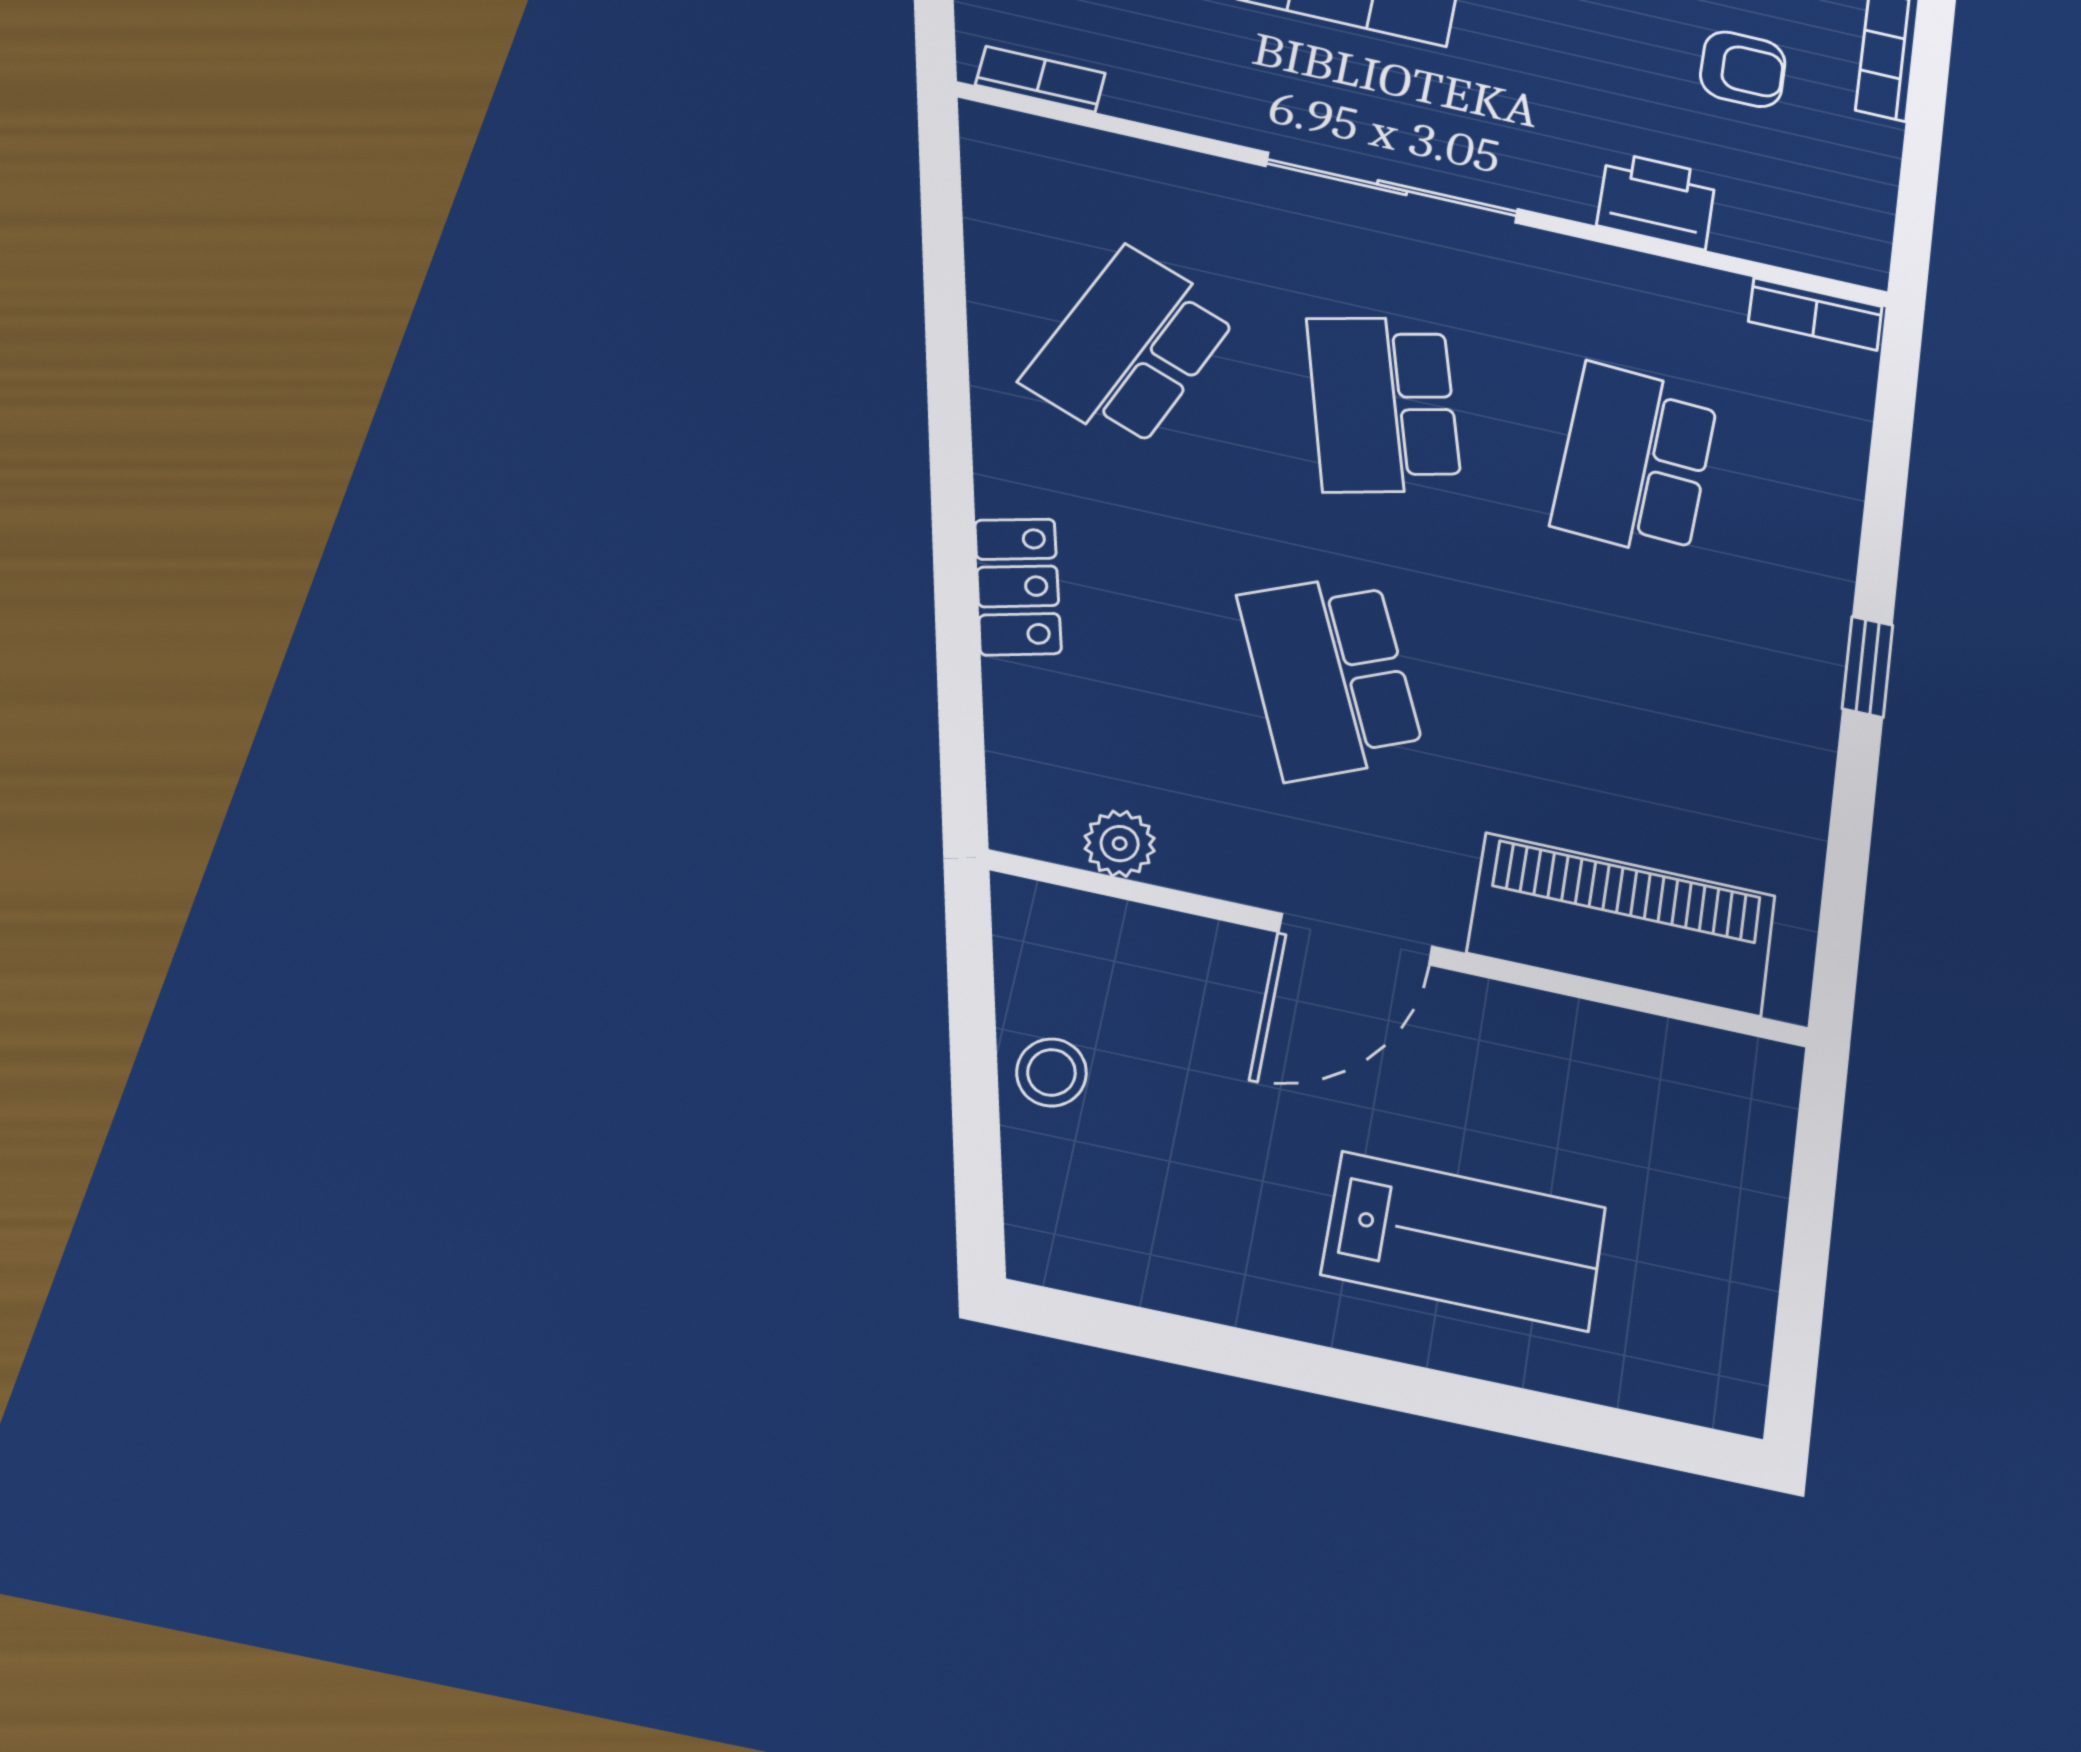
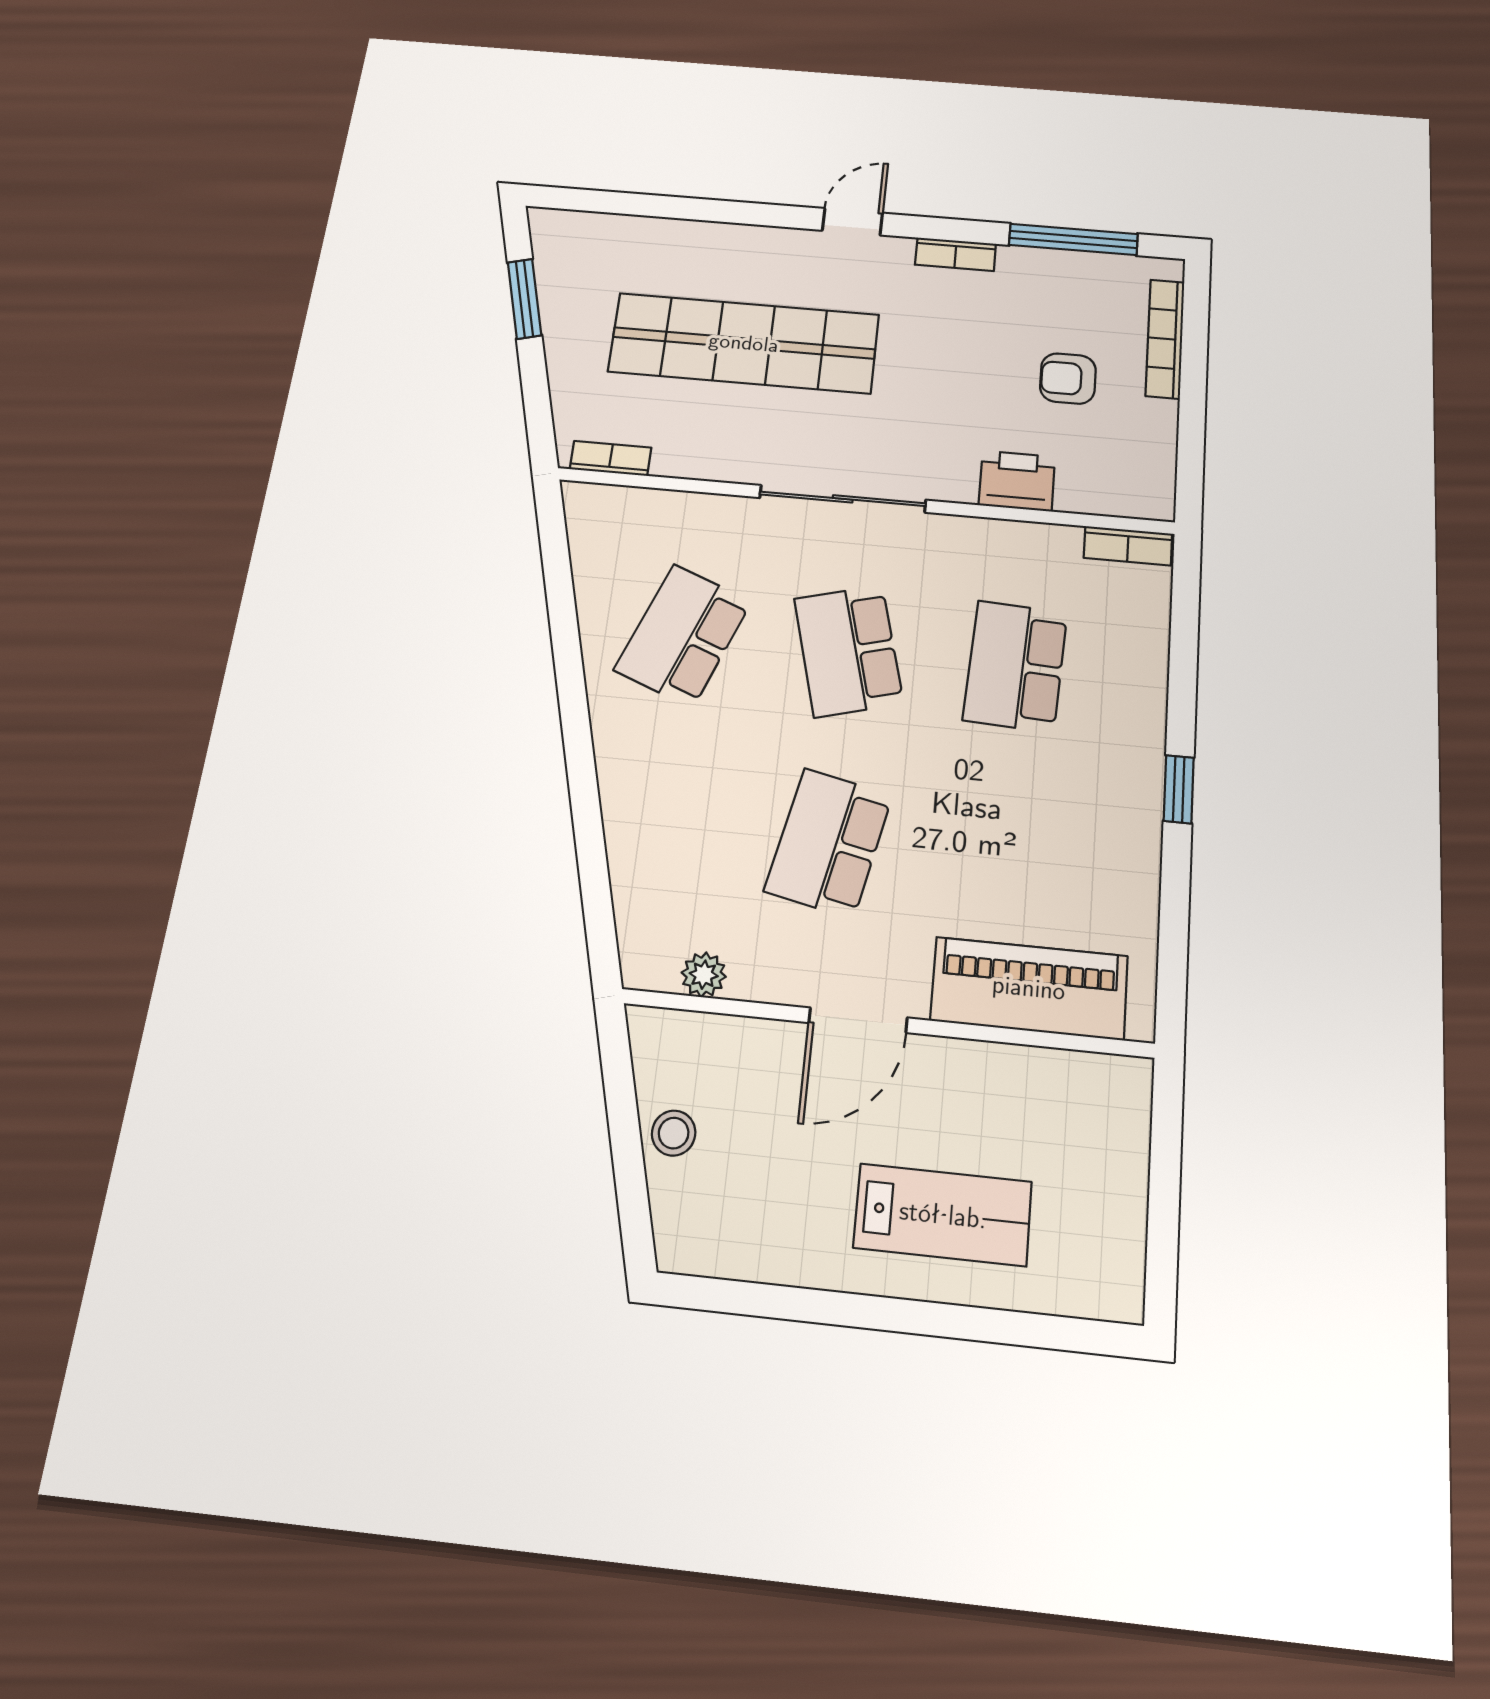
armchair: (1743, 69) -> (1068, 379), turned 180
locker: (1018, 586) -> (625, 809), removed
school desk: (1331, 676) -> (829, 843), turned 36

